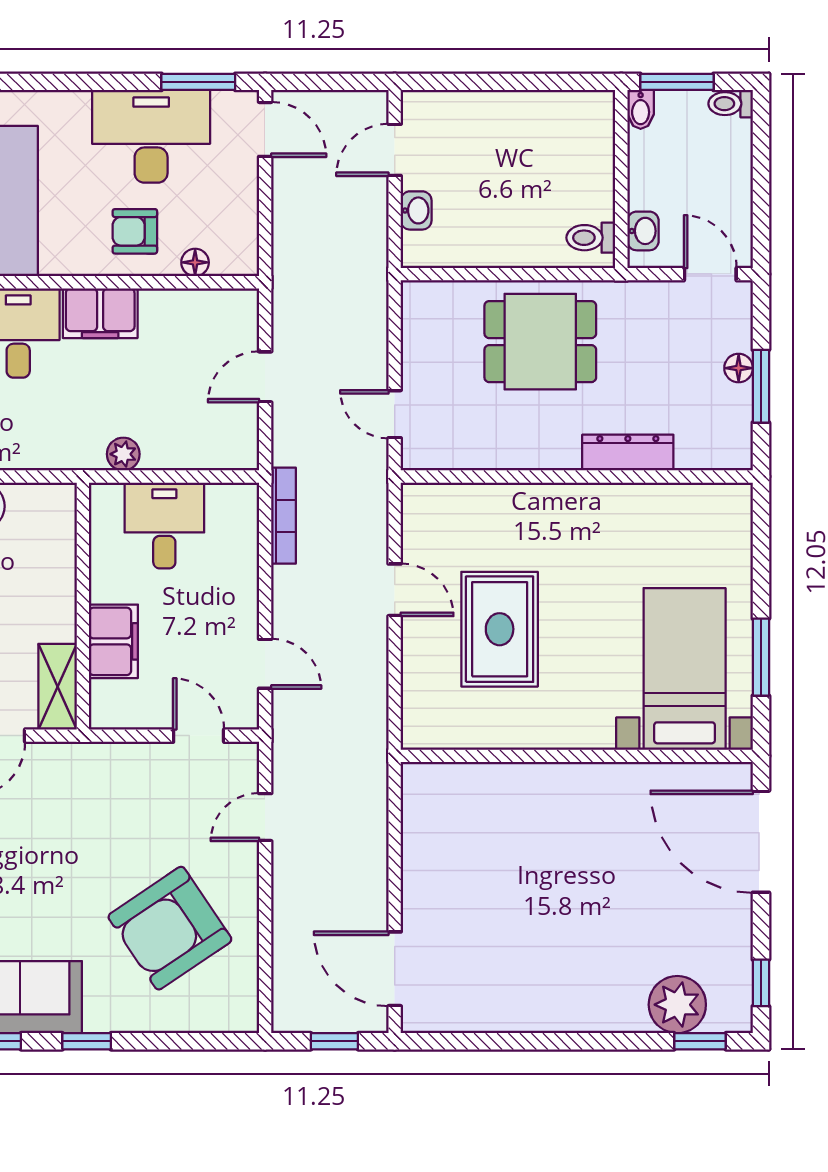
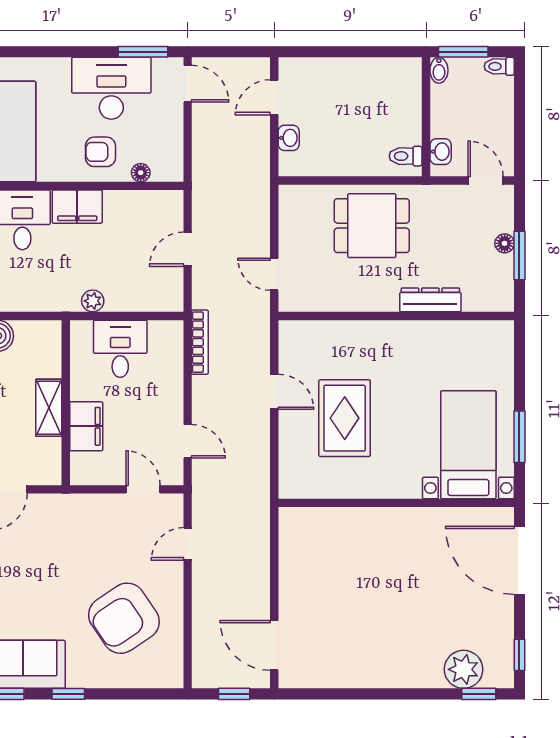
shelving: (58, 687) -> (49, 408), moved

